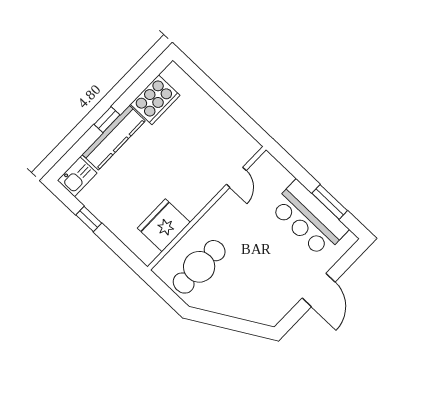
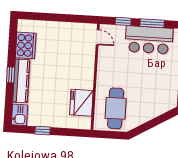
window: (297, 170) -> (123, 21), added
door: (236, 177) -> (98, 37), moved

